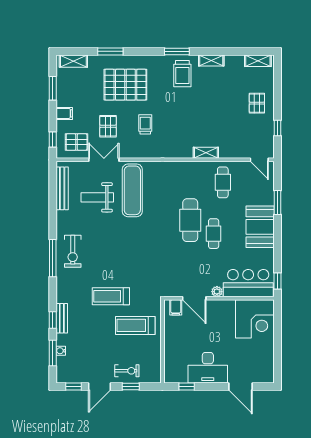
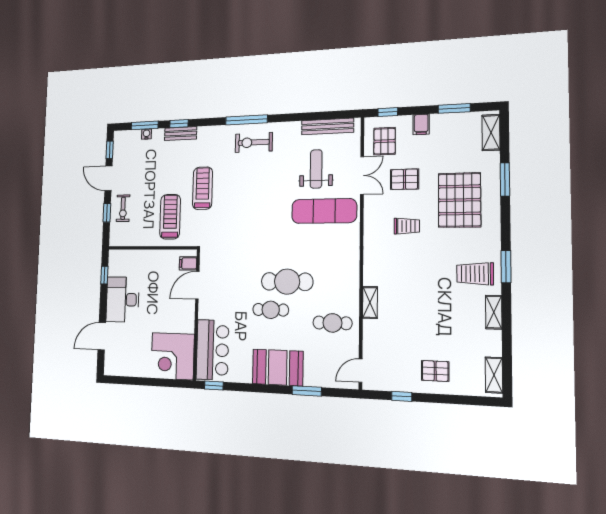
plant: (217, 292) -> (204, 312), removed

